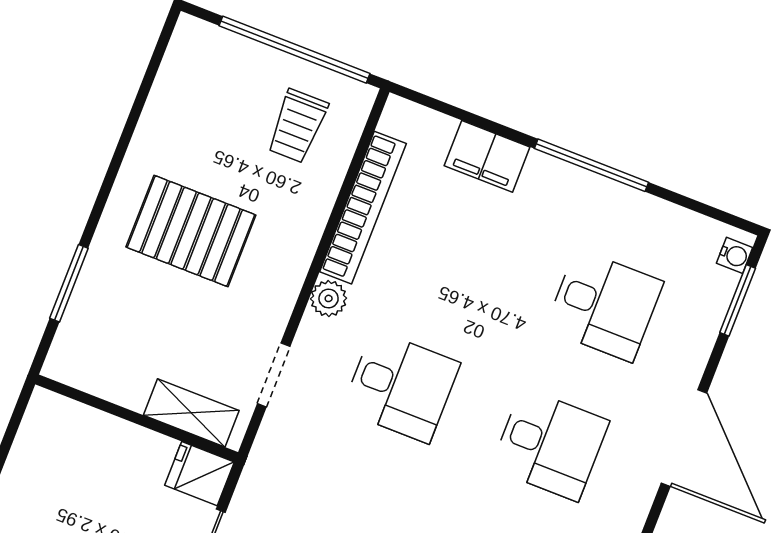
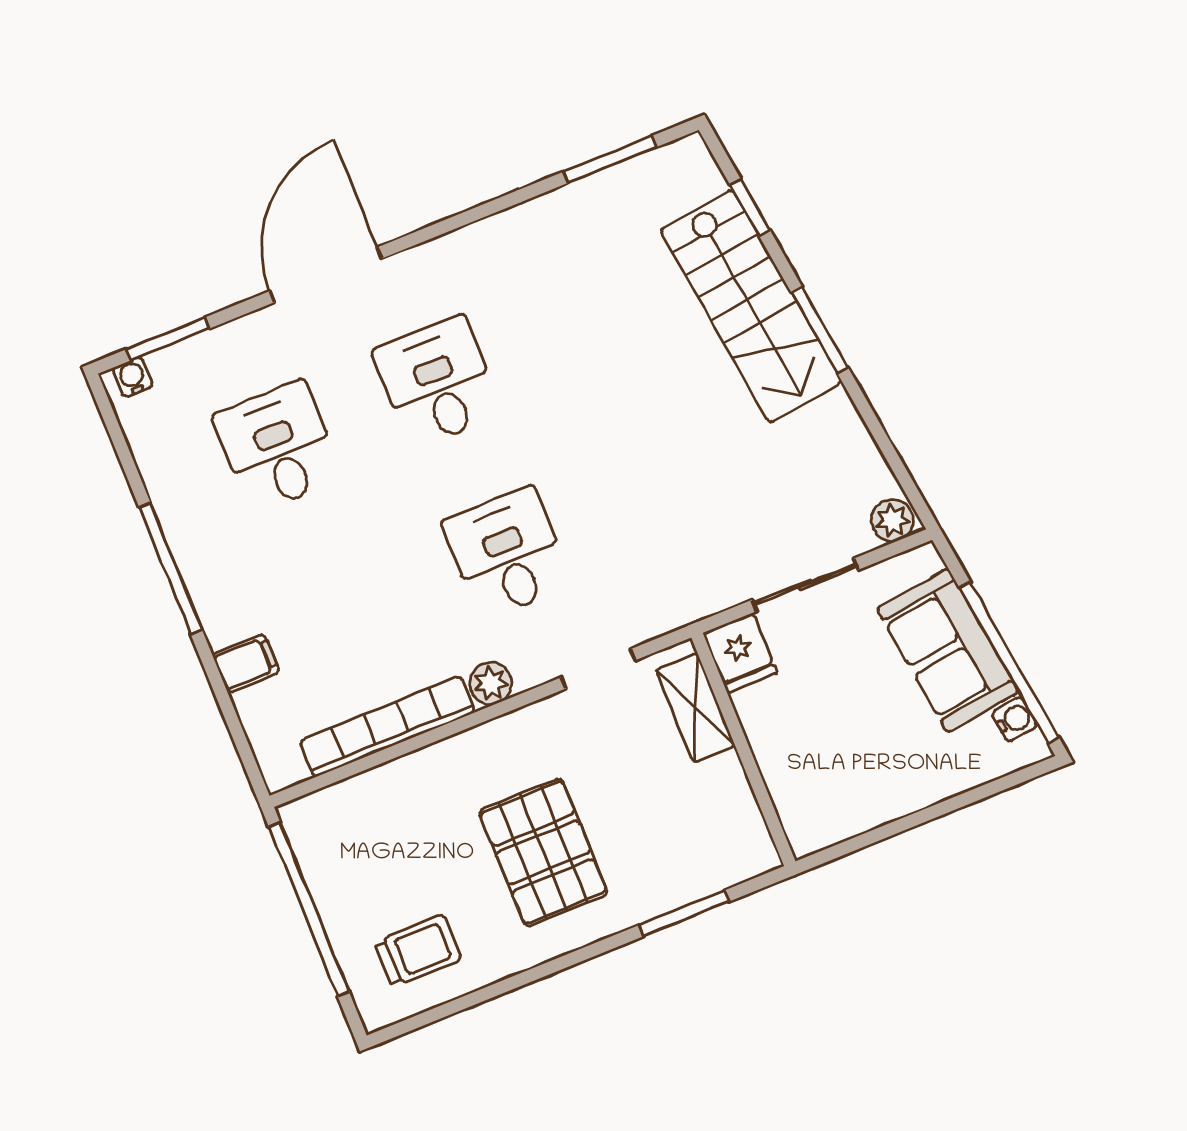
trolley: (297, 126) -> (418, 951), moved
filing cabinet: (487, 156) -> (246, 663), width x0.50

